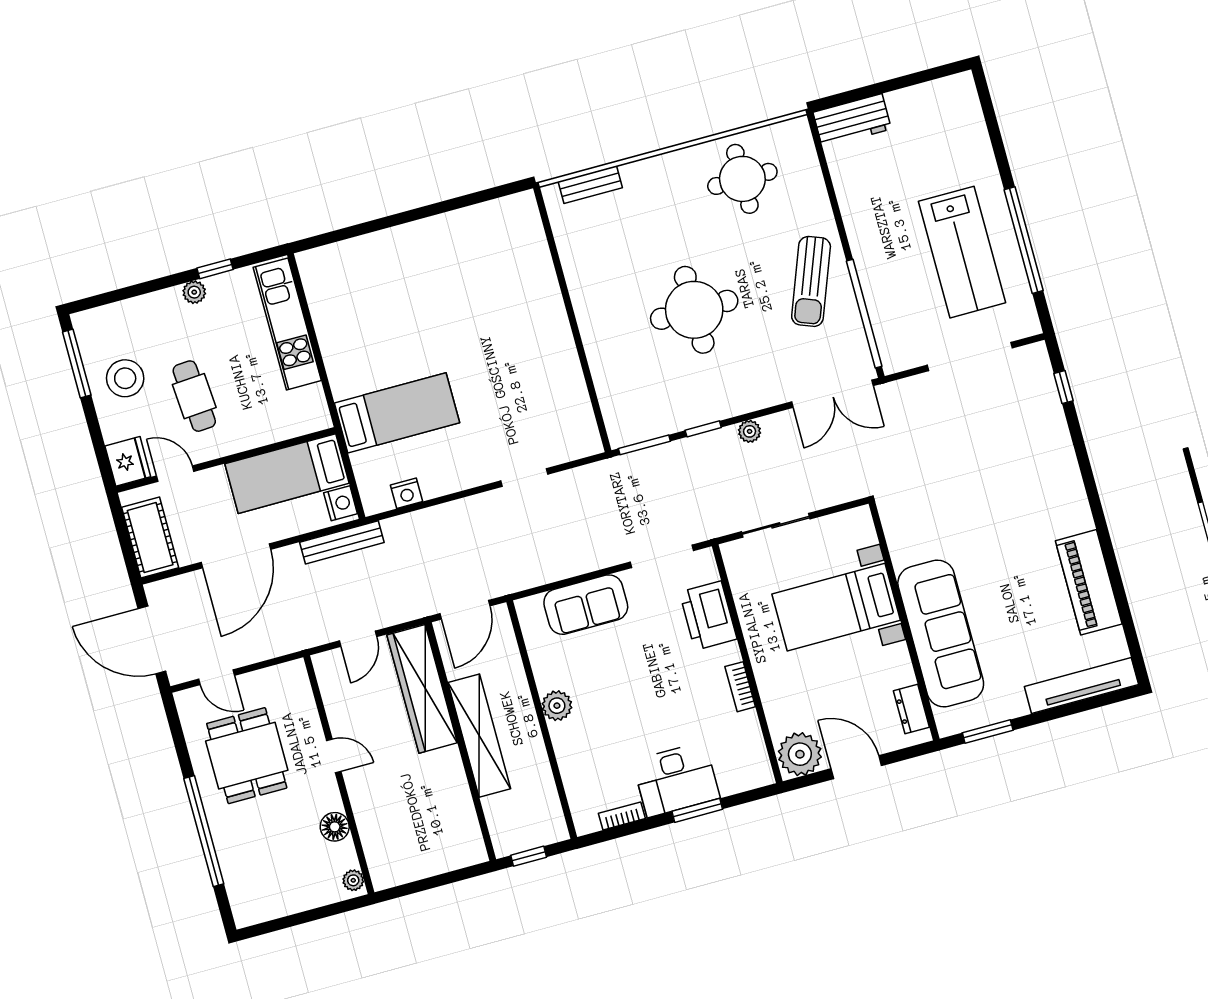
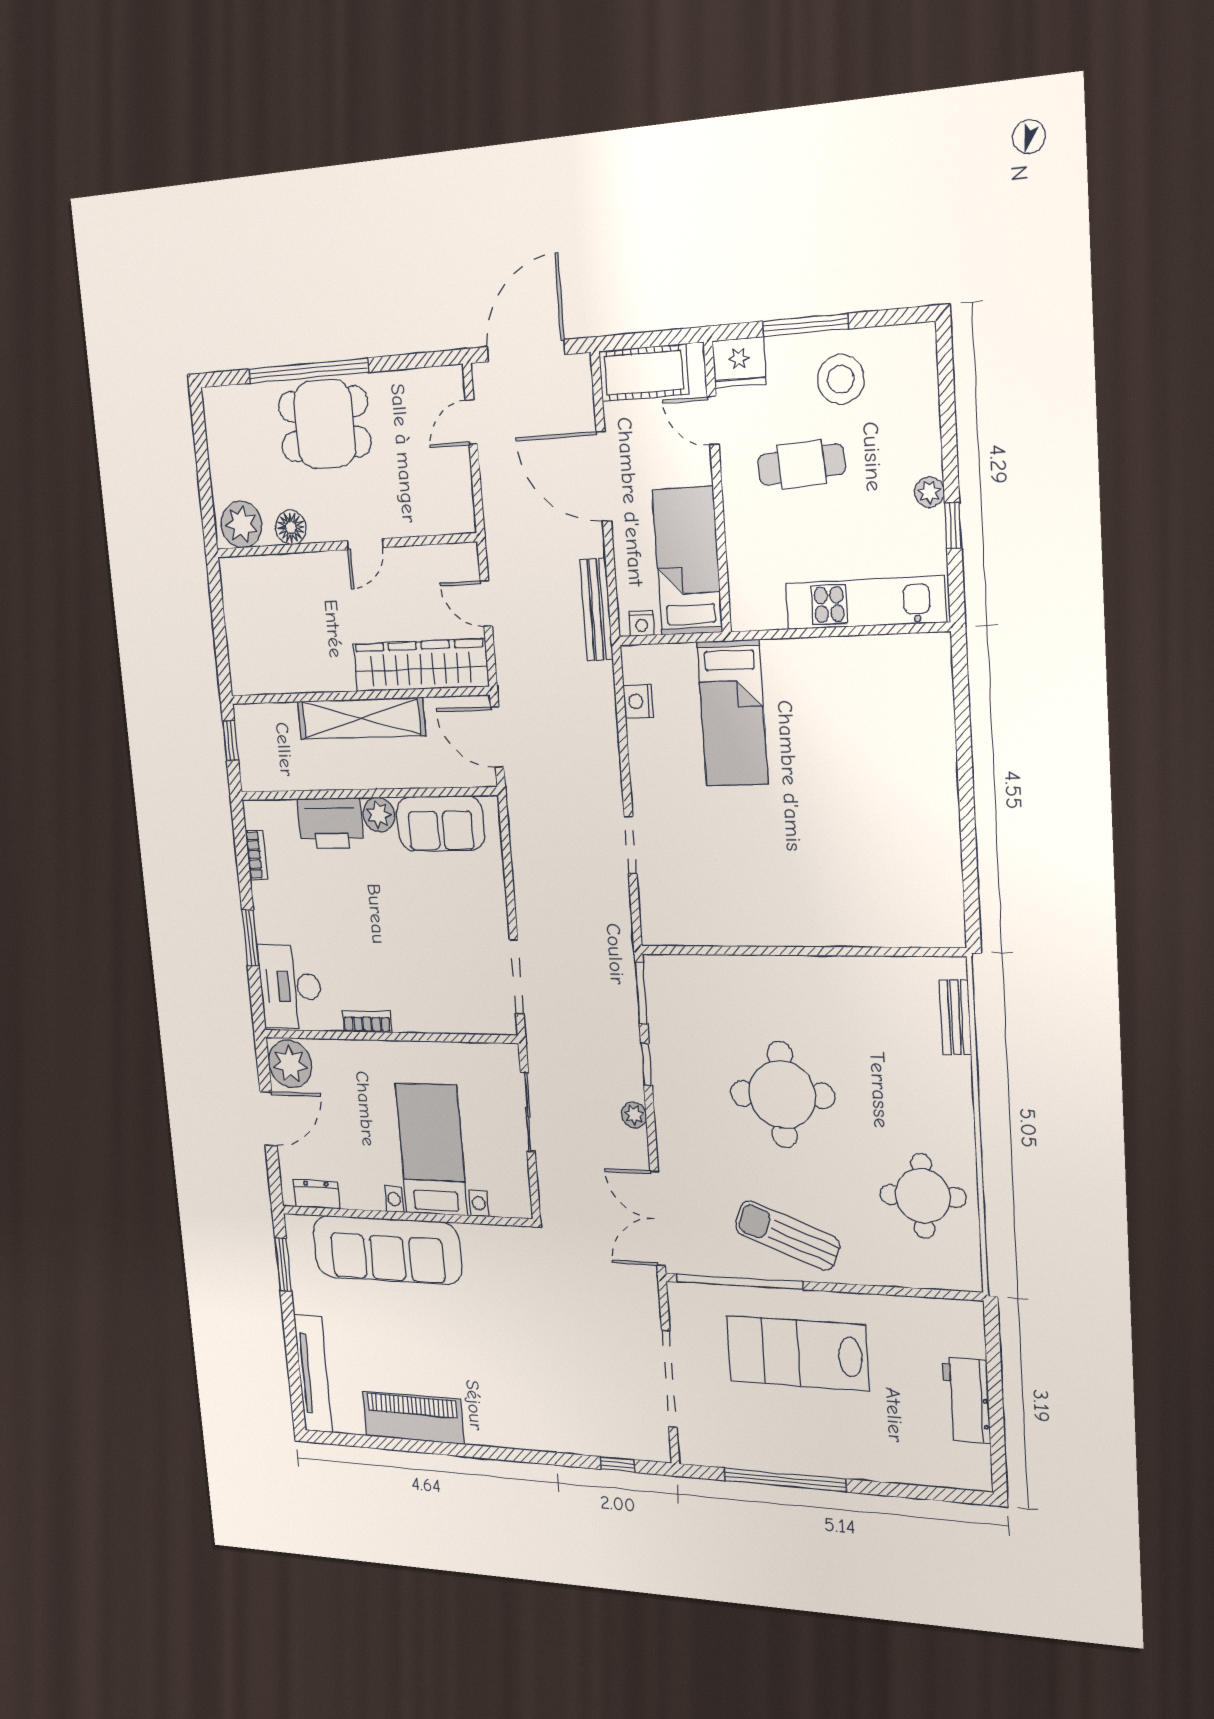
workbench: (852, 121) -> (966, 1400), moved
lab bench: (962, 252) -> (797, 1353), moved
window: (77, 363) -> (805, 325), moved
door: (175, 474) -> (713, 420), swing flipped
nightstand: (341, 503) -> (641, 623), width x0.72, depth x0.74
sofa: (586, 605) -> (440, 823), moved, turned -90
printer: (708, 616) -> (330, 823), moved, turned 180
dining table: (247, 756) -> (325, 424), moved
desk: (676, 779) -> (290, 986), moved
plant: (353, 880) -> (241, 524), width x1.88, depth x1.88

